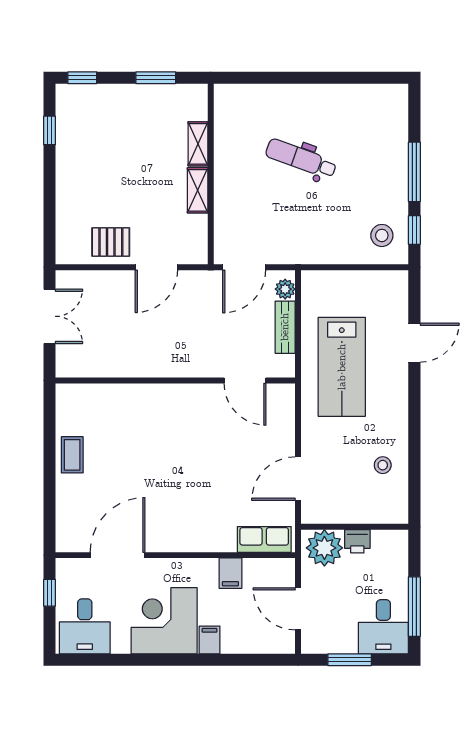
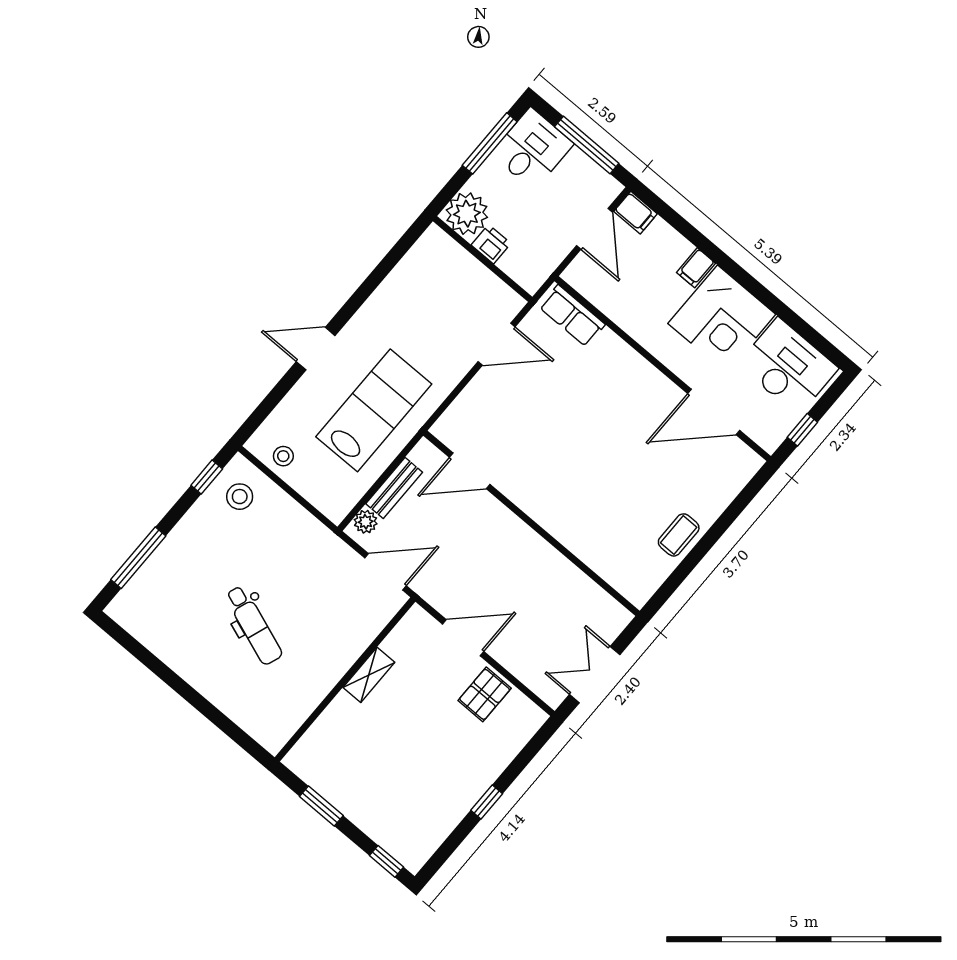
window: (49, 130) -> (487, 802), moved
shelving: (198, 144) -> (334, 716), removed
window: (414, 172) -> (138, 558), moved
pallet: (111, 242) -> (485, 694), turned 90
door: (414, 343) -> (316, 349), moved
door: (245, 381) -> (470, 471), swing flipped
stool: (383, 465) -> (283, 456), moved
plant: (324, 548) -> (467, 214), moved
filing cabinet: (230, 573) -> (635, 213), moved, turned 90
desk: (85, 626) -> (788, 366), width x1.37
window: (350, 660) -> (587, 145), width x1.44

